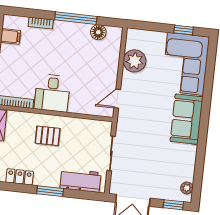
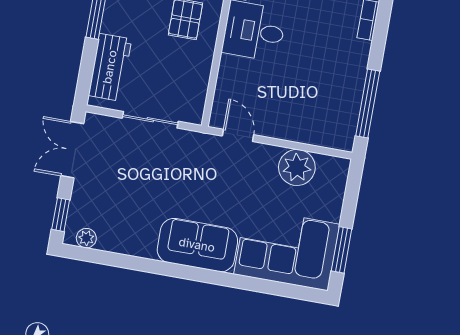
window: (76, 18) -> (368, 104), moved
window: (184, 30) -> (342, 250), width x1.50
floor lamp: (98, 32) -> (347, 112), removed

